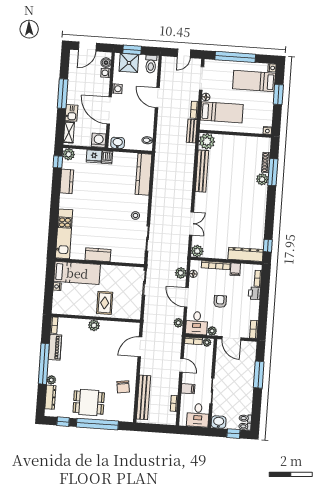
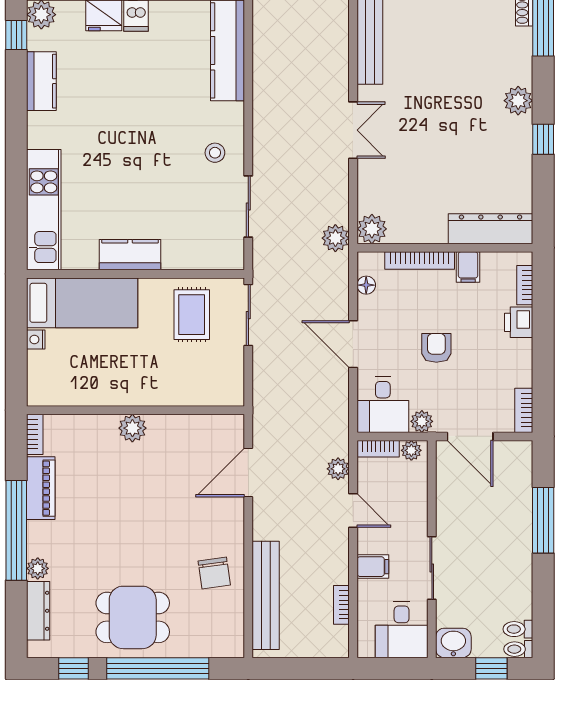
plant: (262, 179) -> (518, 101), moved
double door: (191, 224) -> (353, 130), moved
window: (268, 246) -> (543, 139), moved
plant: (181, 273) -> (335, 238), moved
rug: (105, 303) -> (192, 315), moved
plant: (178, 323) -> (338, 469), moved

